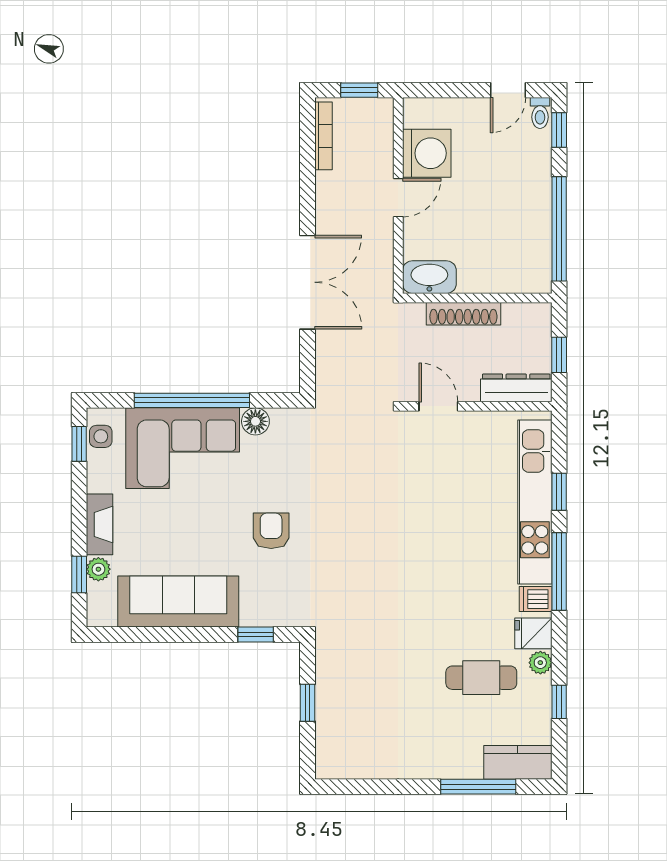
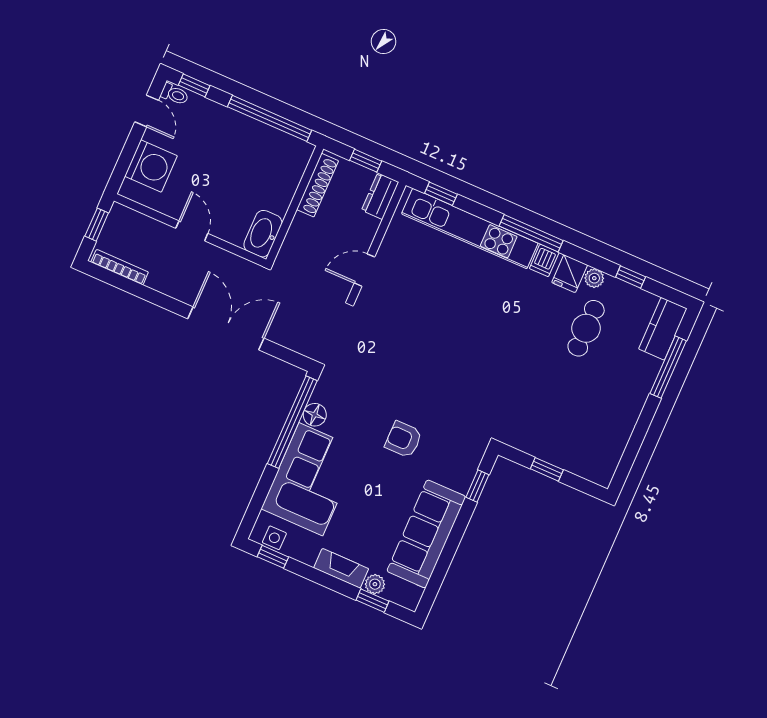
washing machine: (427, 153) -> (151, 166), moved, turned 90
shoe rack: (463, 314) -> (318, 185), moved
dresser: (516, 388) -> (380, 196), width x0.70
window: (192, 400) -> (292, 422), moved
window: (559, 492) -> (441, 194), moved

